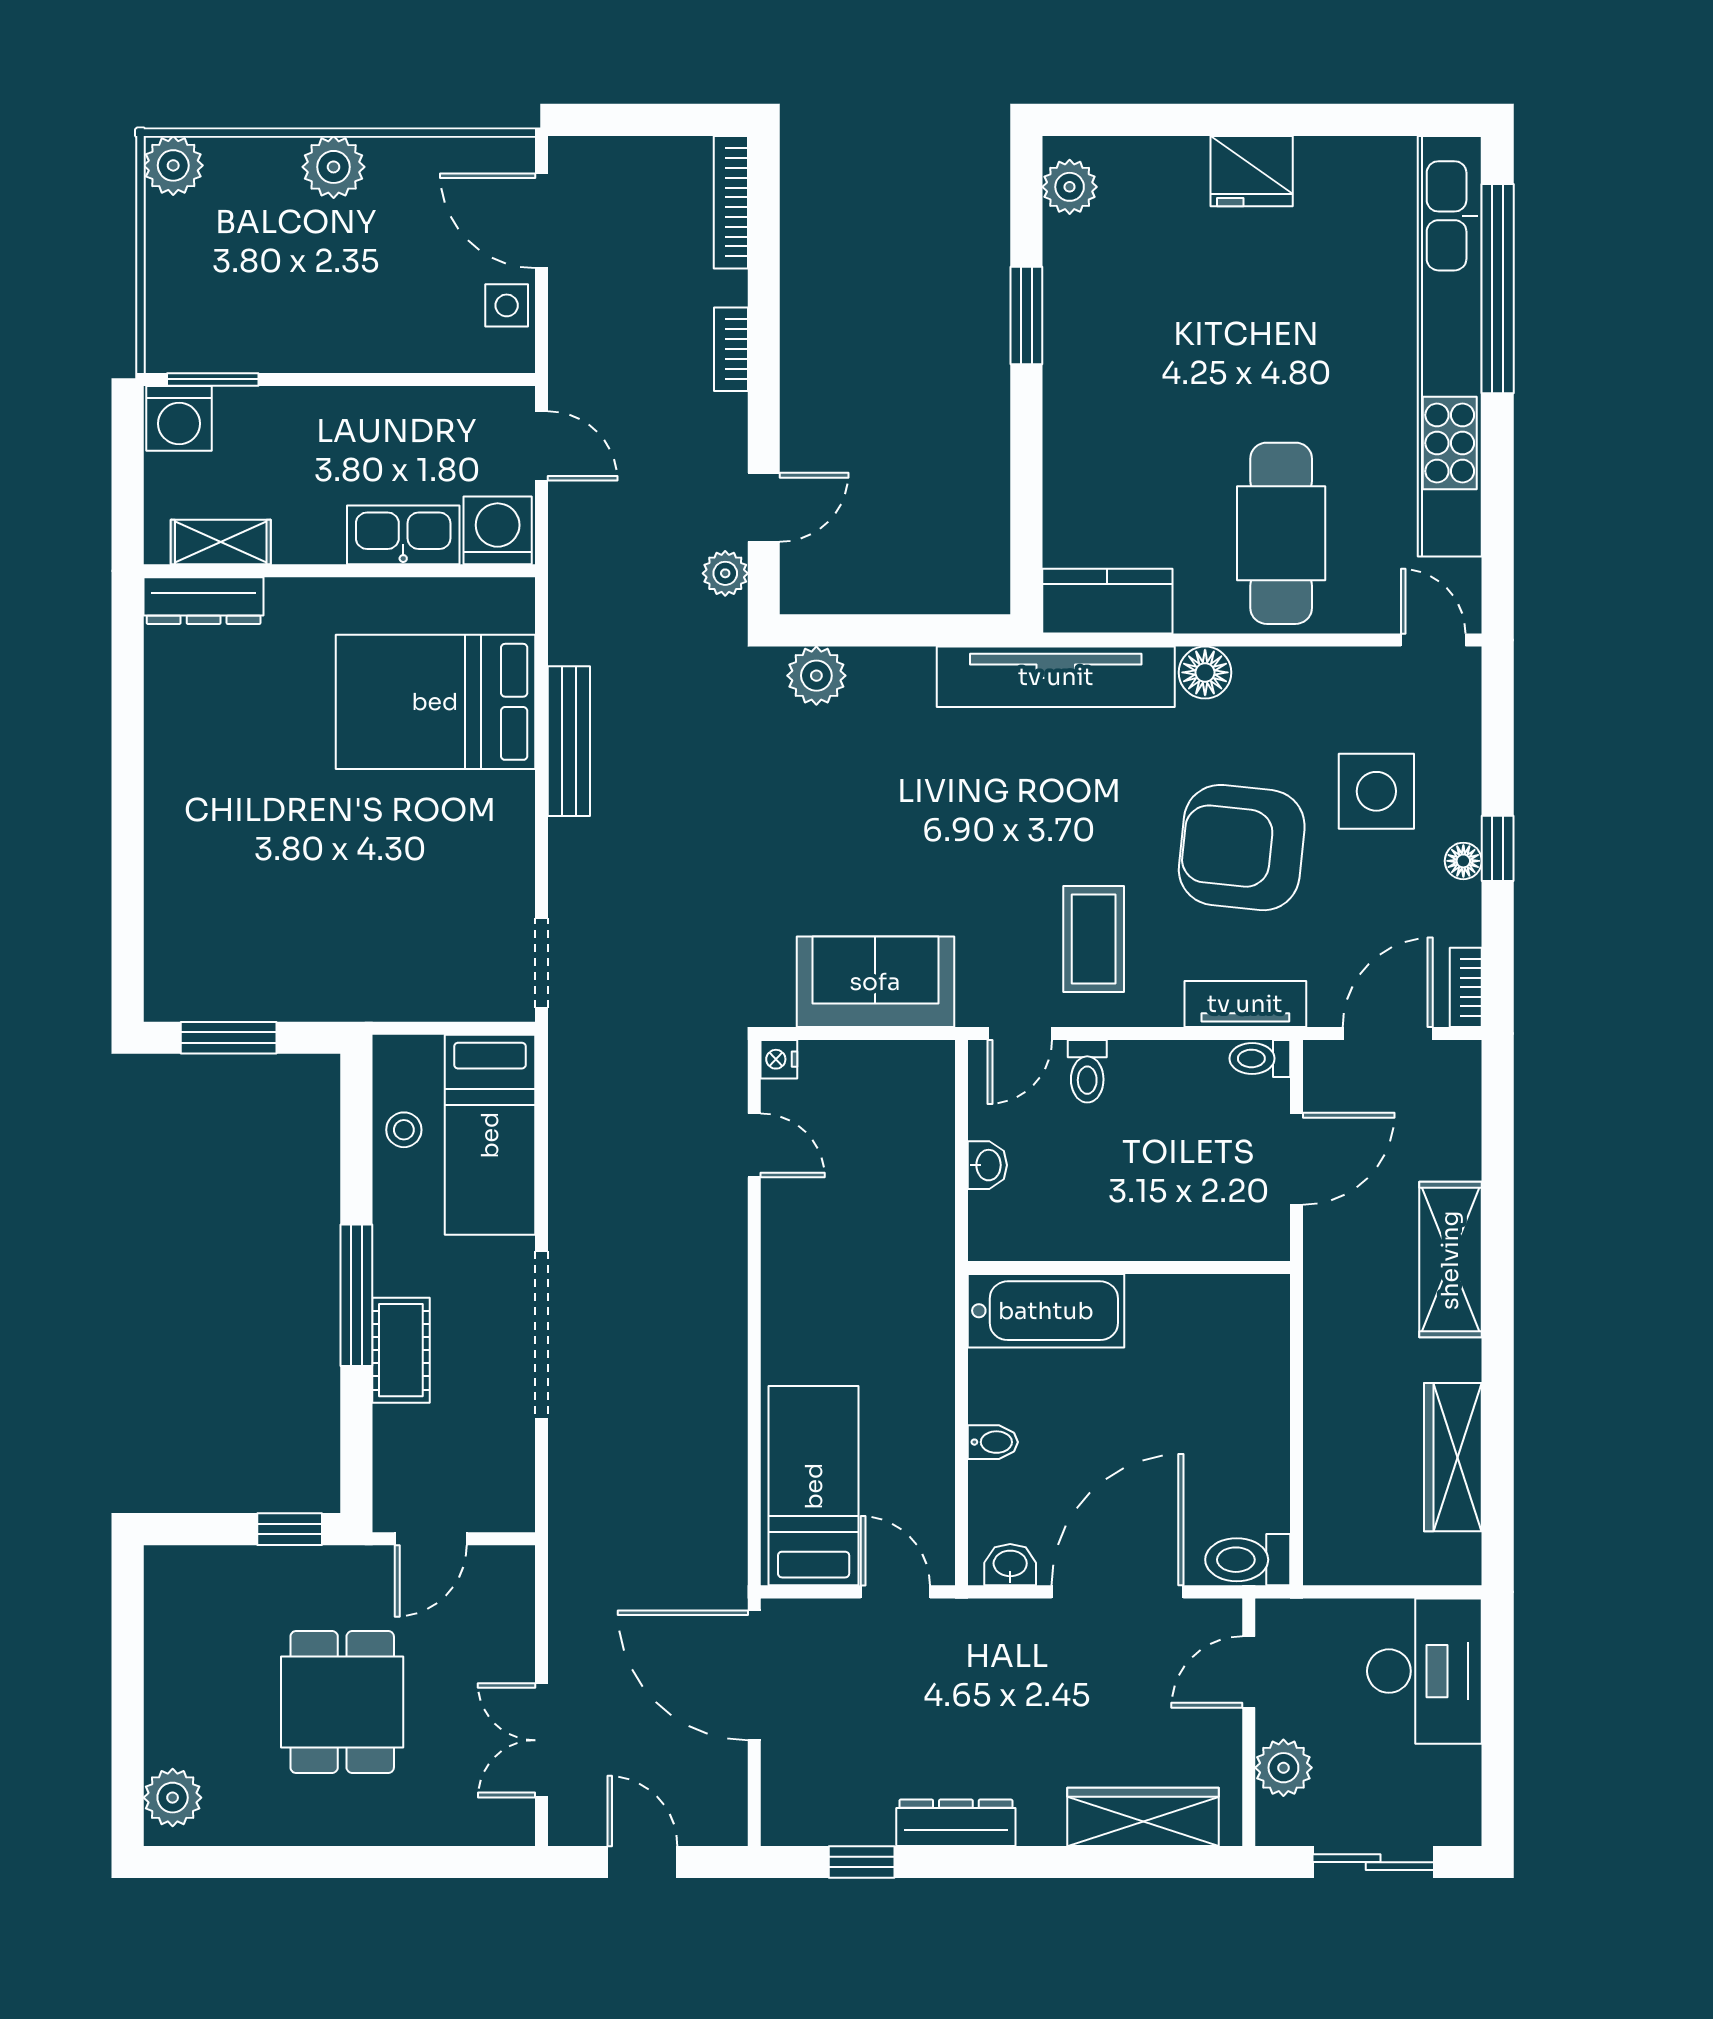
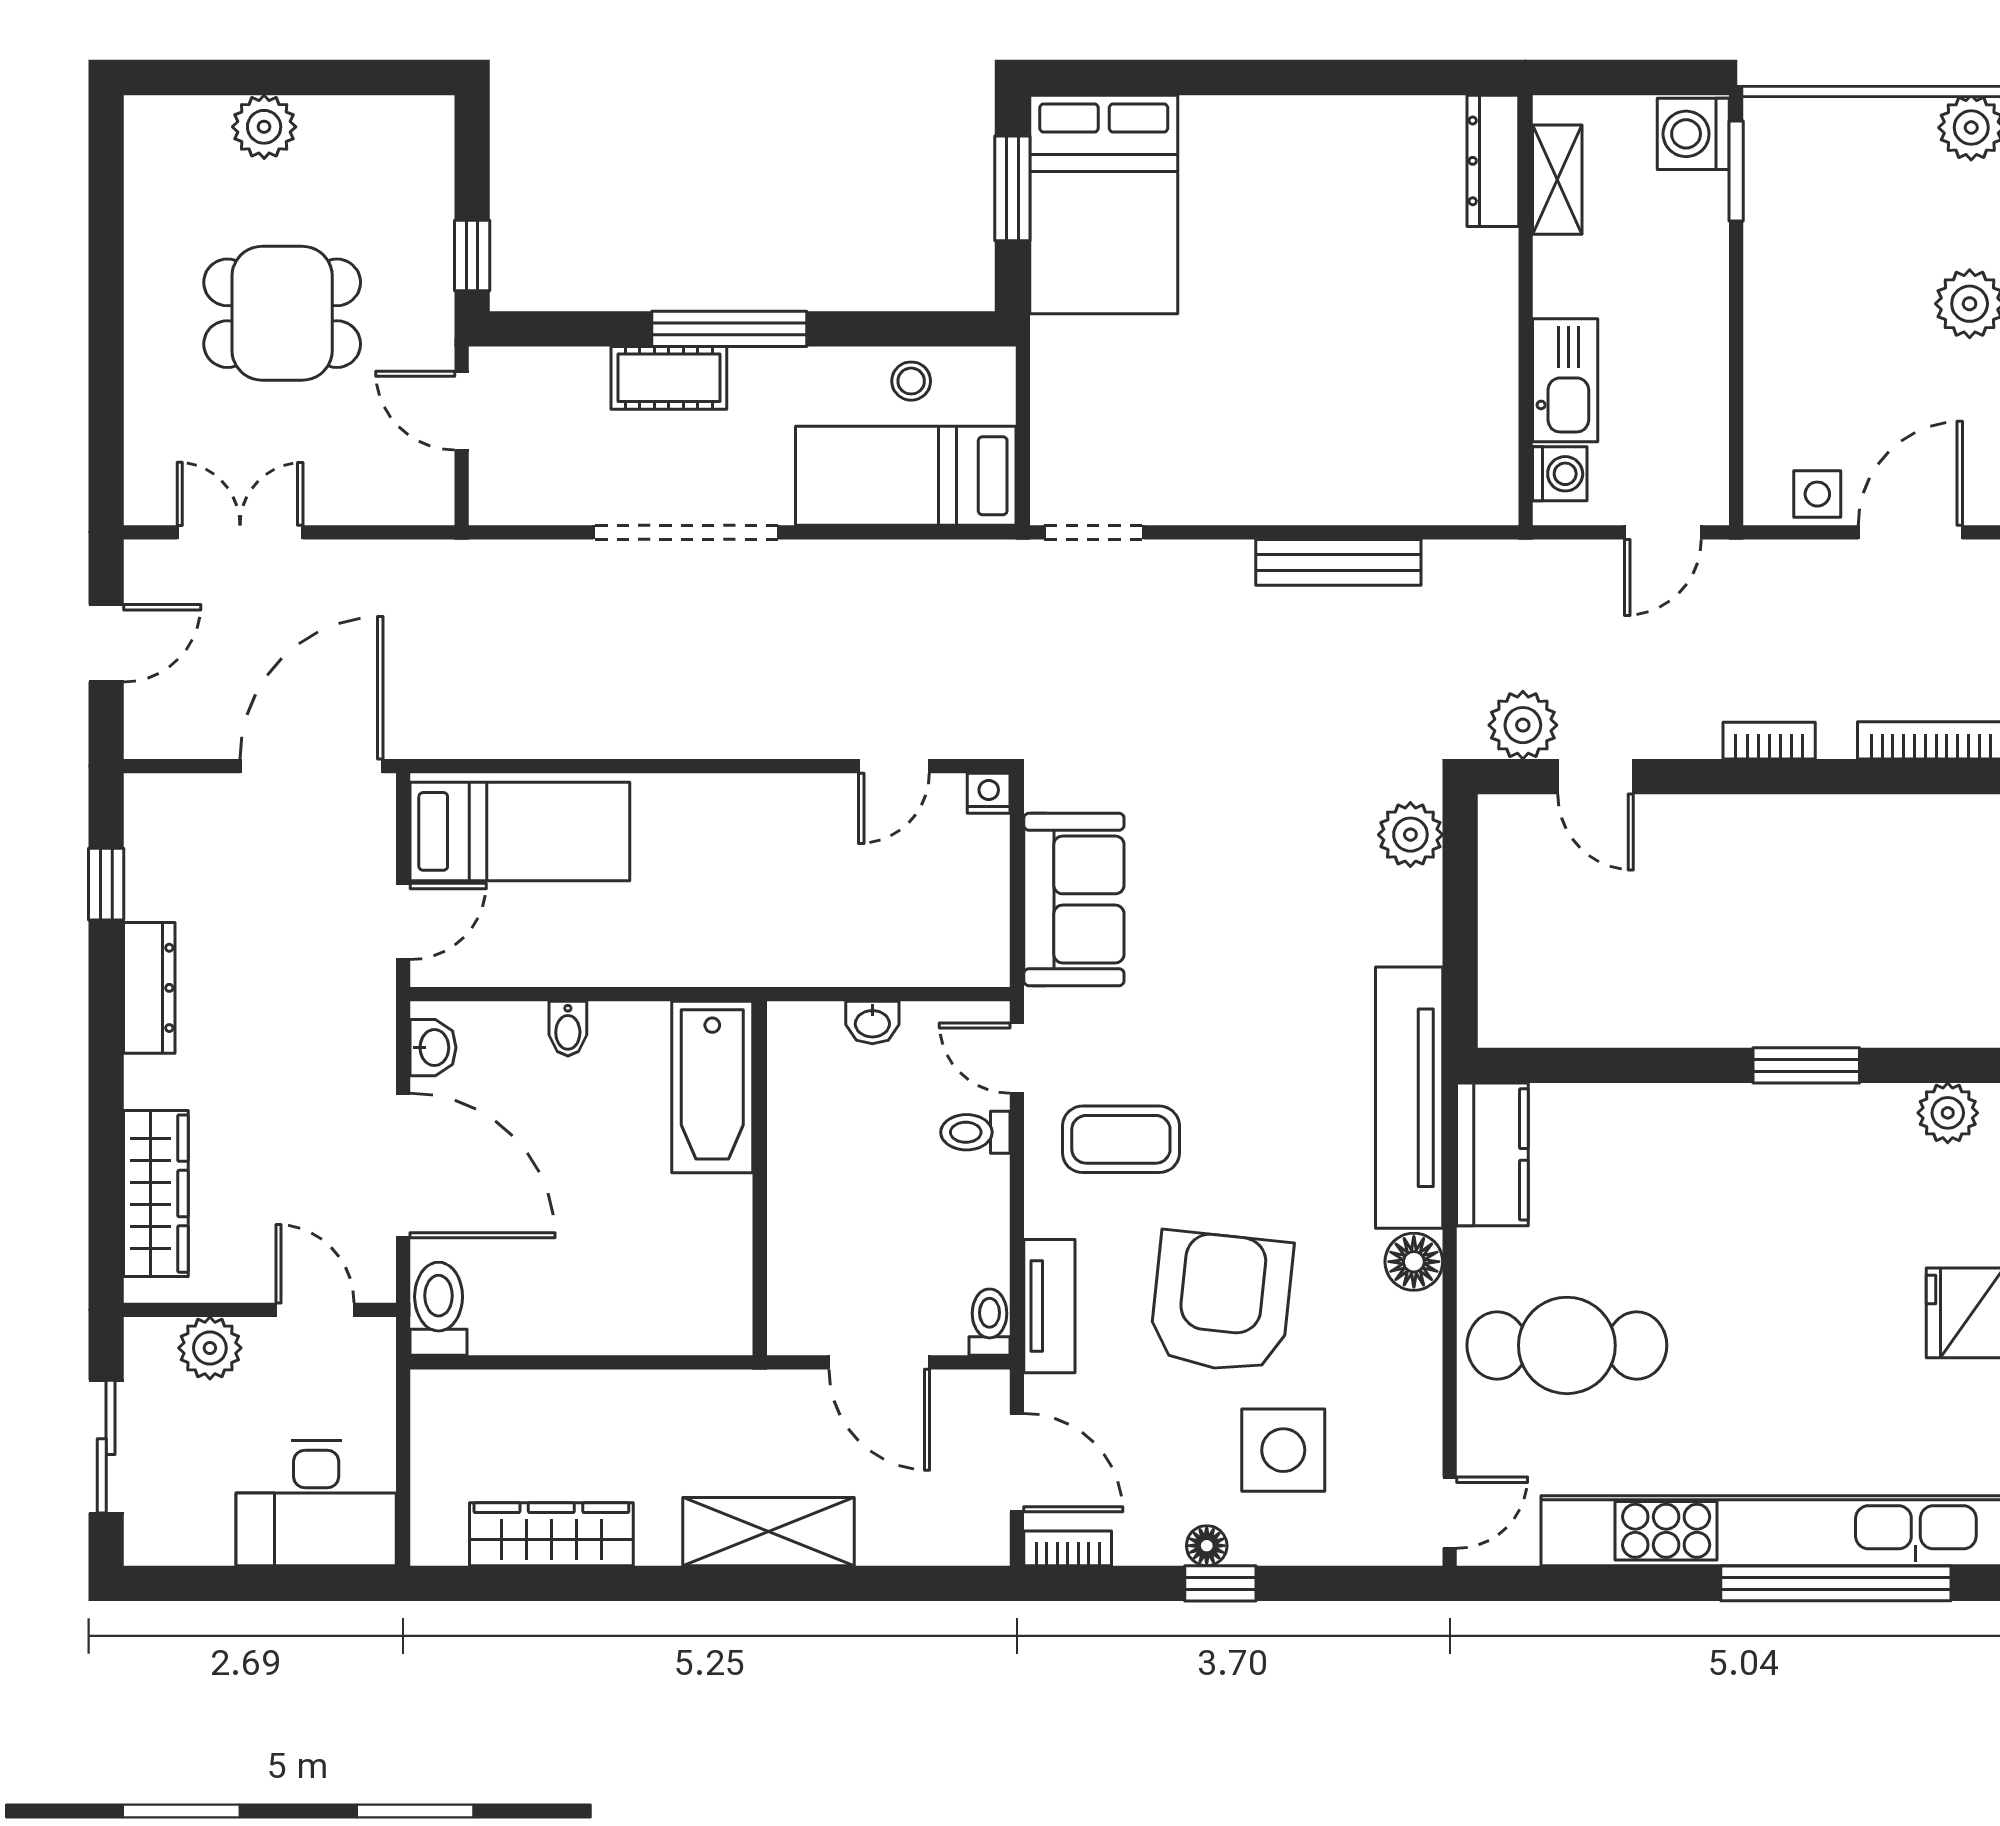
washing machine: (498, 530) -> (1560, 474), width x0.73, depth x0.73
plant: (725, 573) -> (1523, 725), width x1.38, depth x1.38
bed: (435, 702) -> (1104, 204), moved, turned 180
plant: (173, 1798) -> (264, 127), moved

